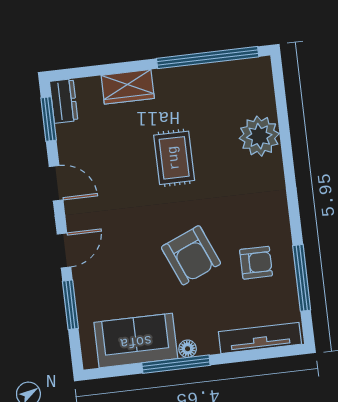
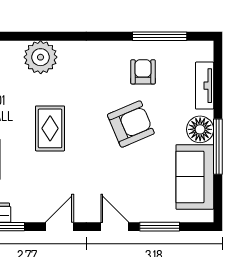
rug: (174, 158) -> (50, 128), turned 90
tv unit: (260, 338) -> (205, 86), width x0.71
floor lamp: (188, 349) -> (200, 129), width x1.89, depth x1.89

